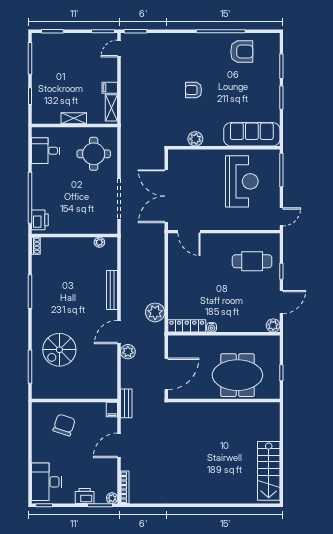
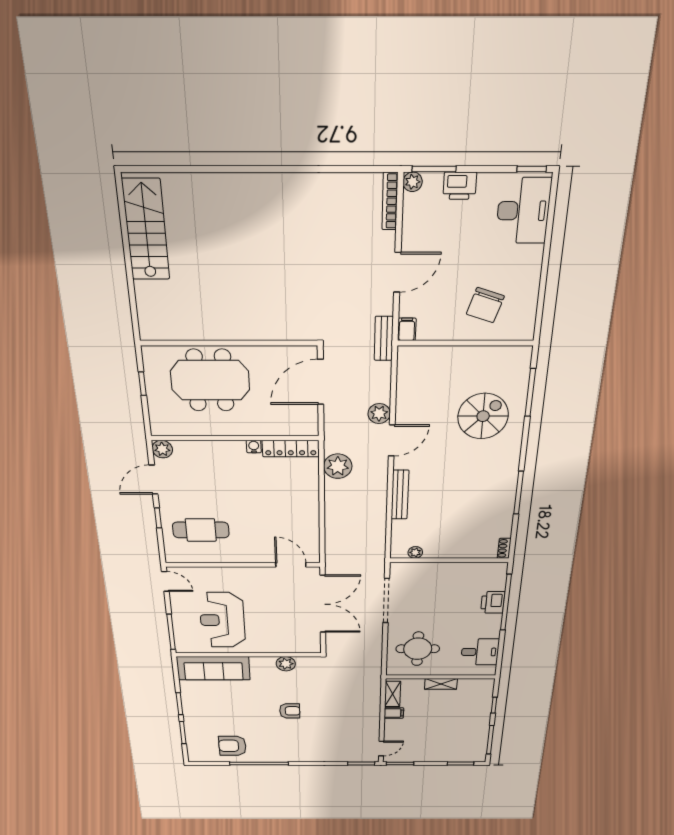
door: (281, 217) -> (165, 581), swing flipped
printer: (40, 220) -> (493, 602), moved

